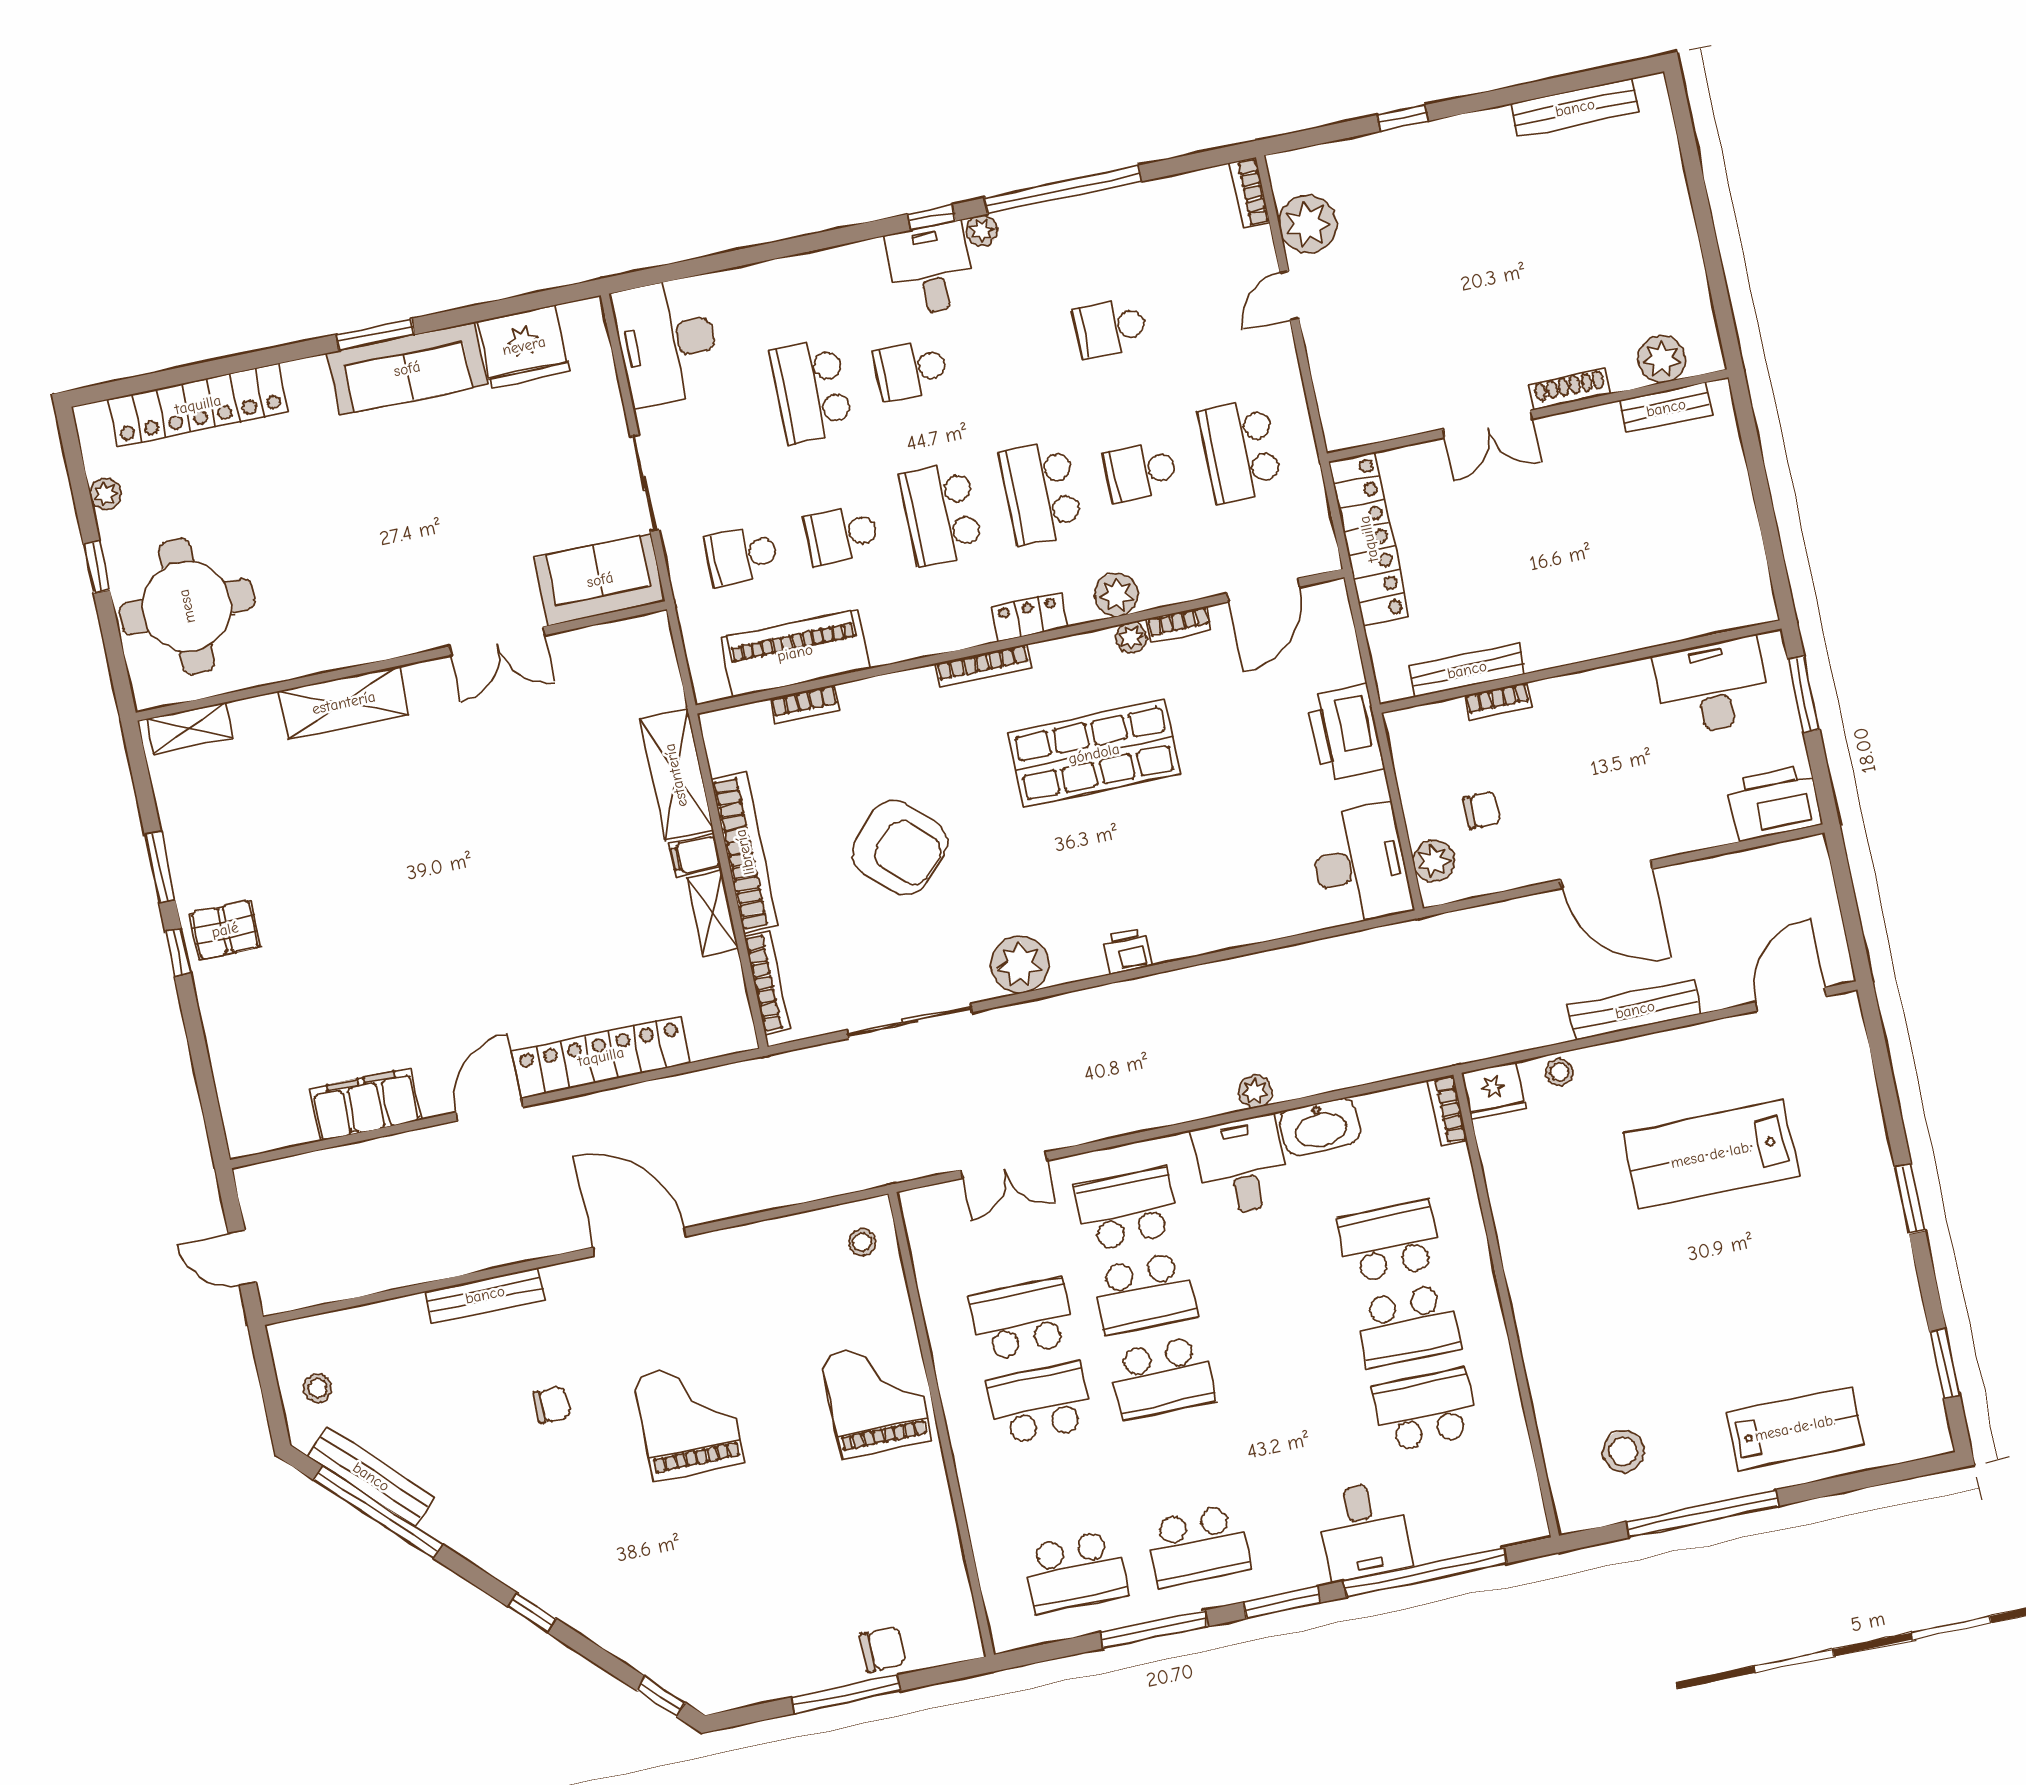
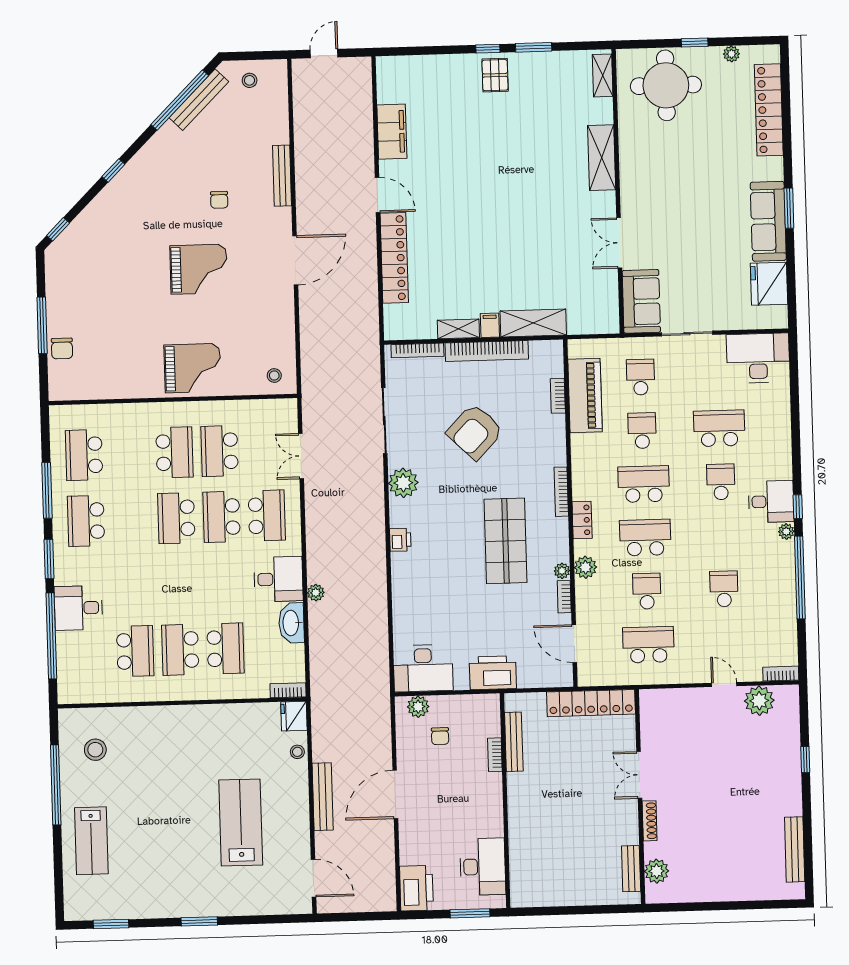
school desk: (1022, 1319) -> (220, 451), turned 180

